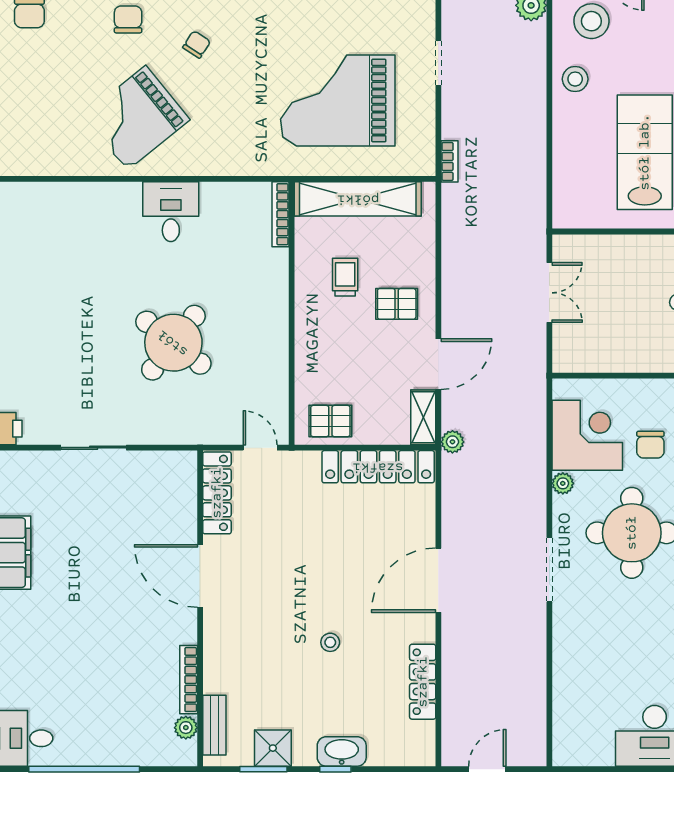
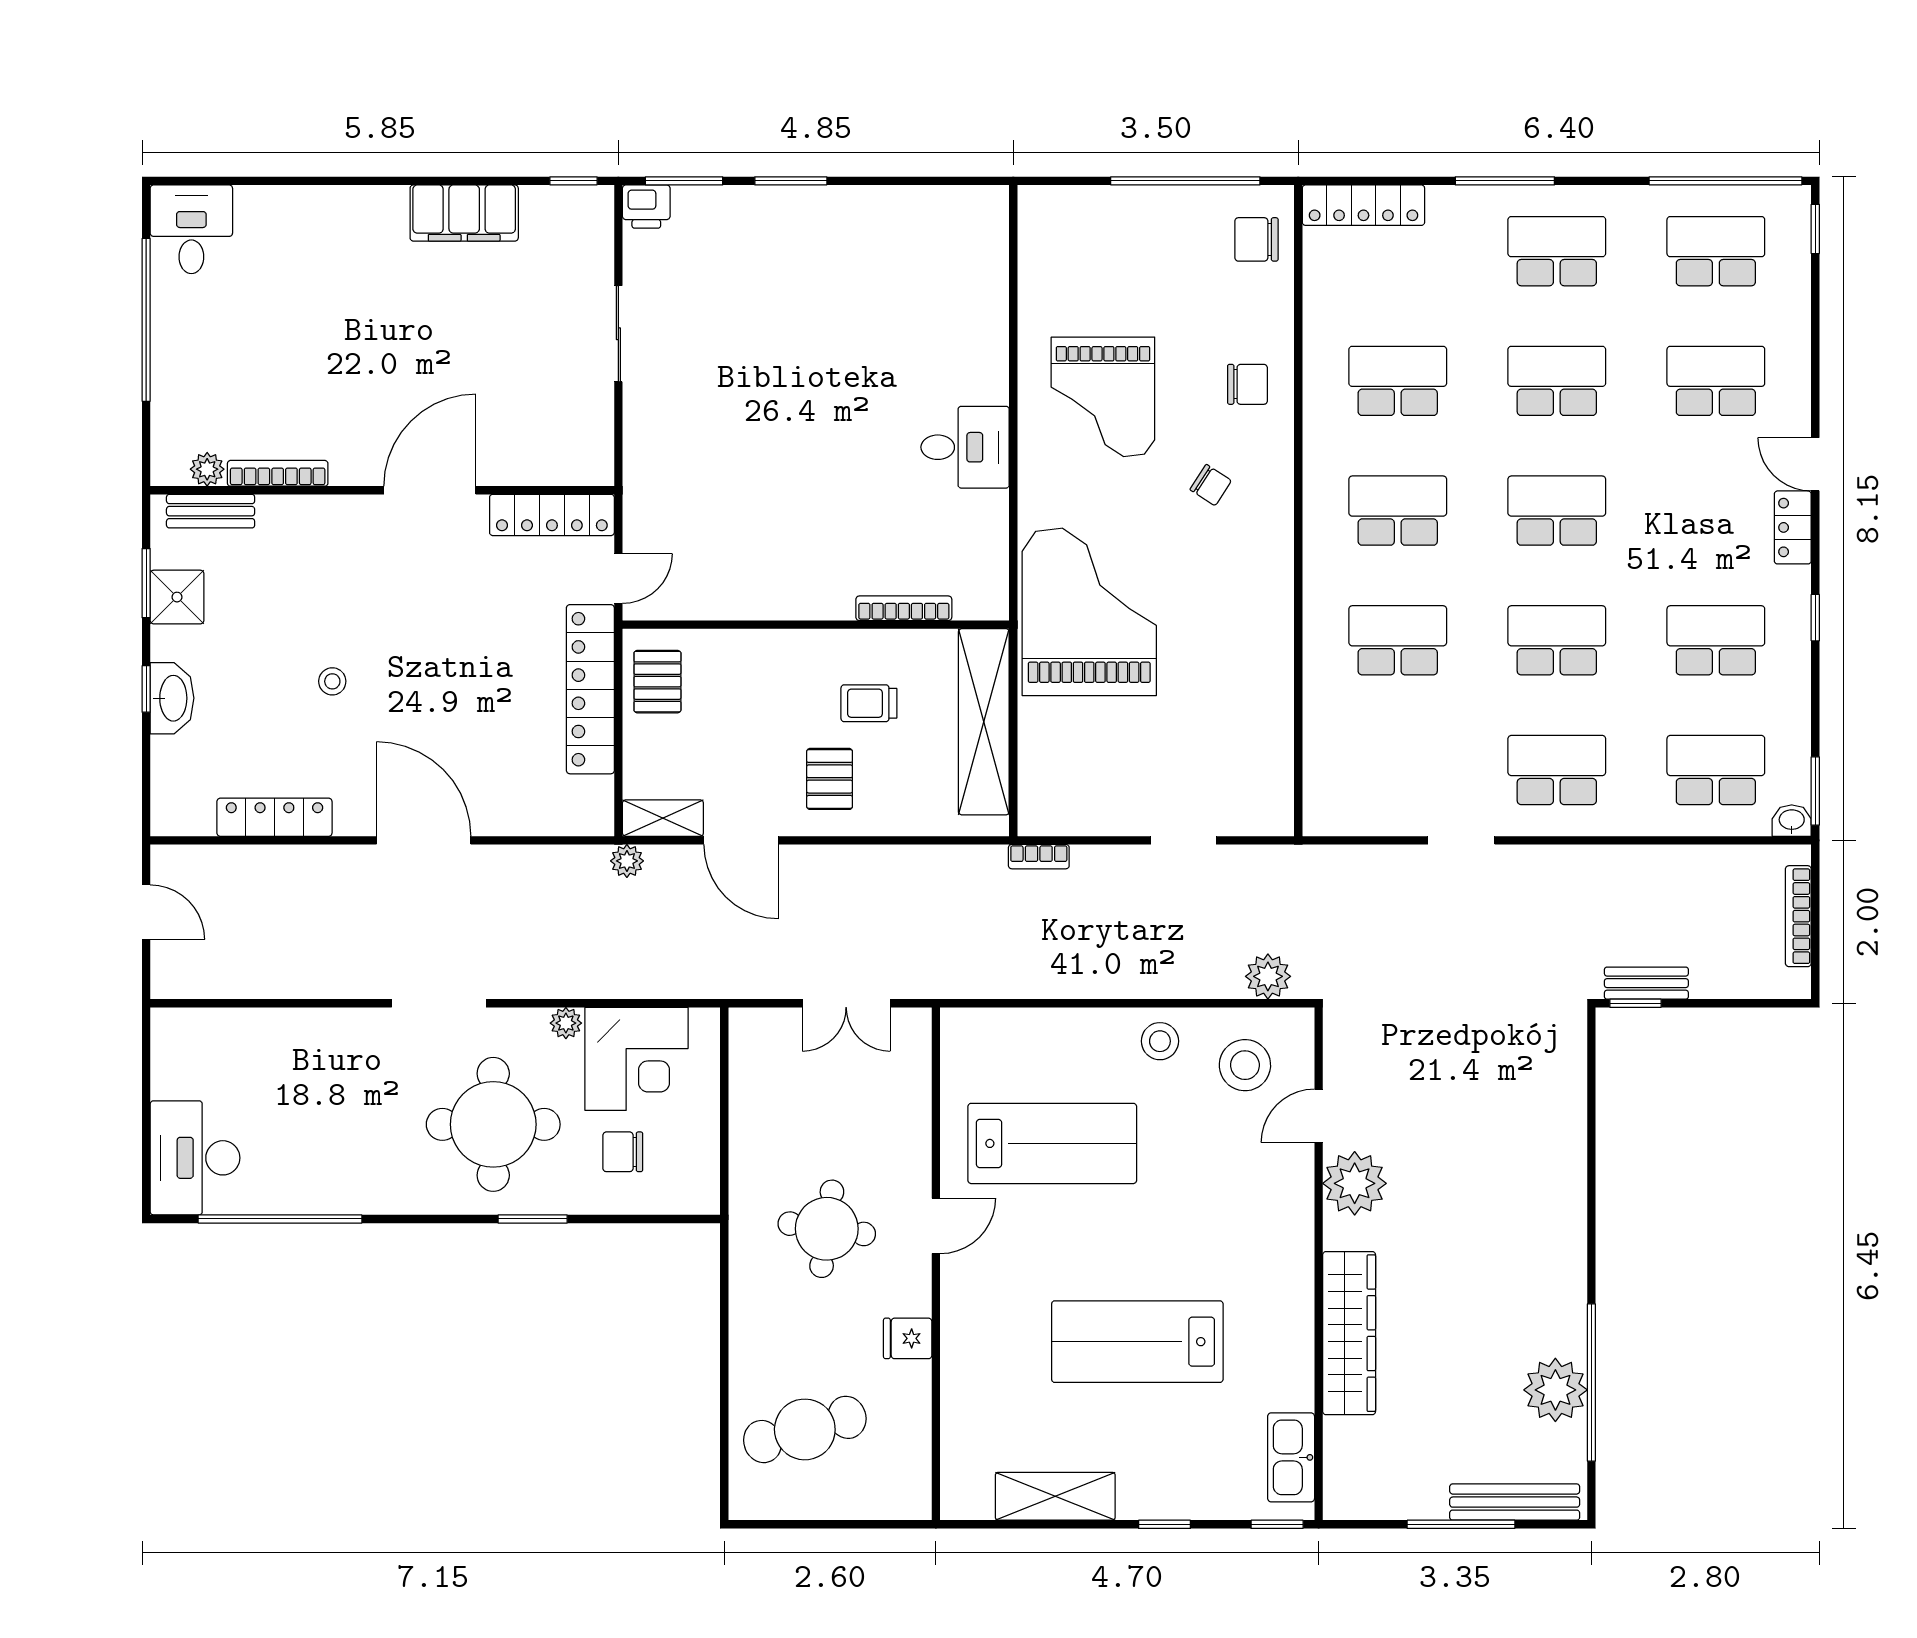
grand piano: (338, 101) -> (1089, 612), moved
grand piano: (137, 118) -> (1103, 397), turned -141
bookcase: (280, 214) -> (904, 608), moved
trolley: (345, 277) -> (869, 703), turned 180
round table: (173, 343) -> (773, 451), removed
locker: (378, 467) -> (590, 689), moved

